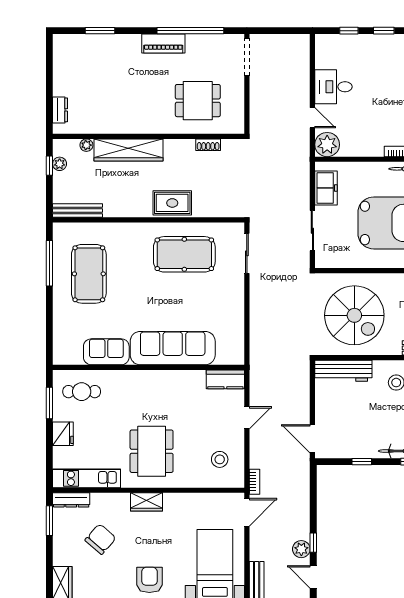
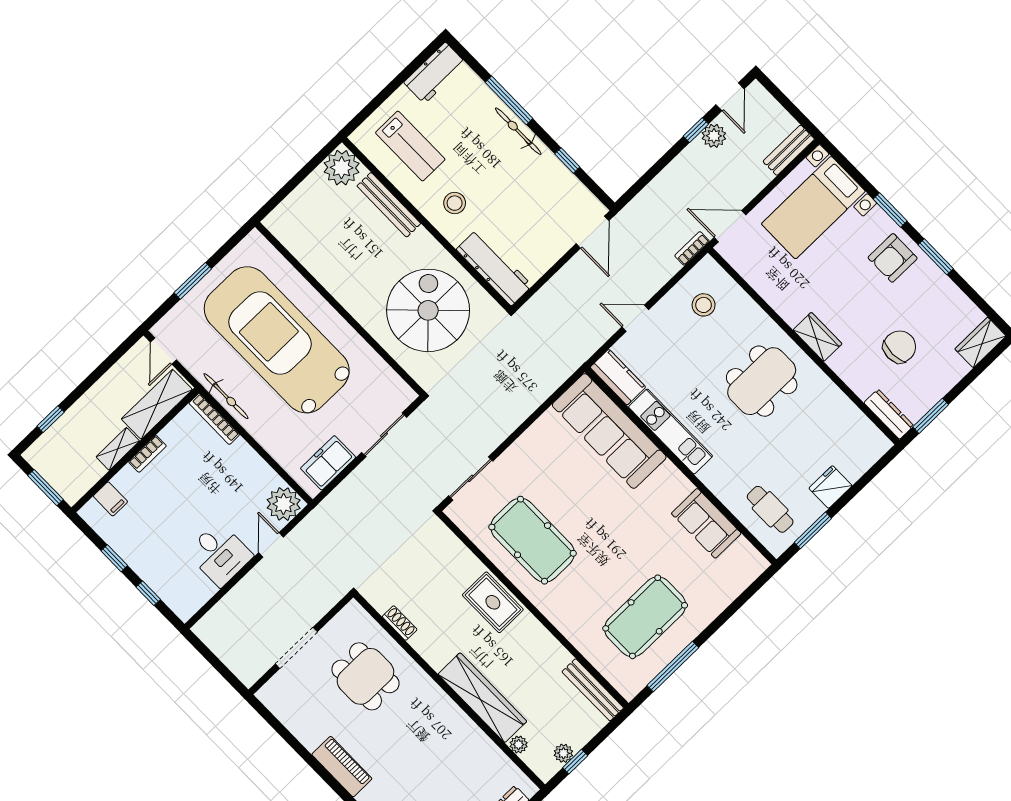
window: (190, 31) -> (303, 752), removed
doorway: (247, 57) -> (296, 648), moved
sofa: (173, 348) -> (609, 431), moved
kitchen unit: (86, 478) -> (671, 431), moved, turned 180
chair: (100, 539) -> (900, 347), turned 139

